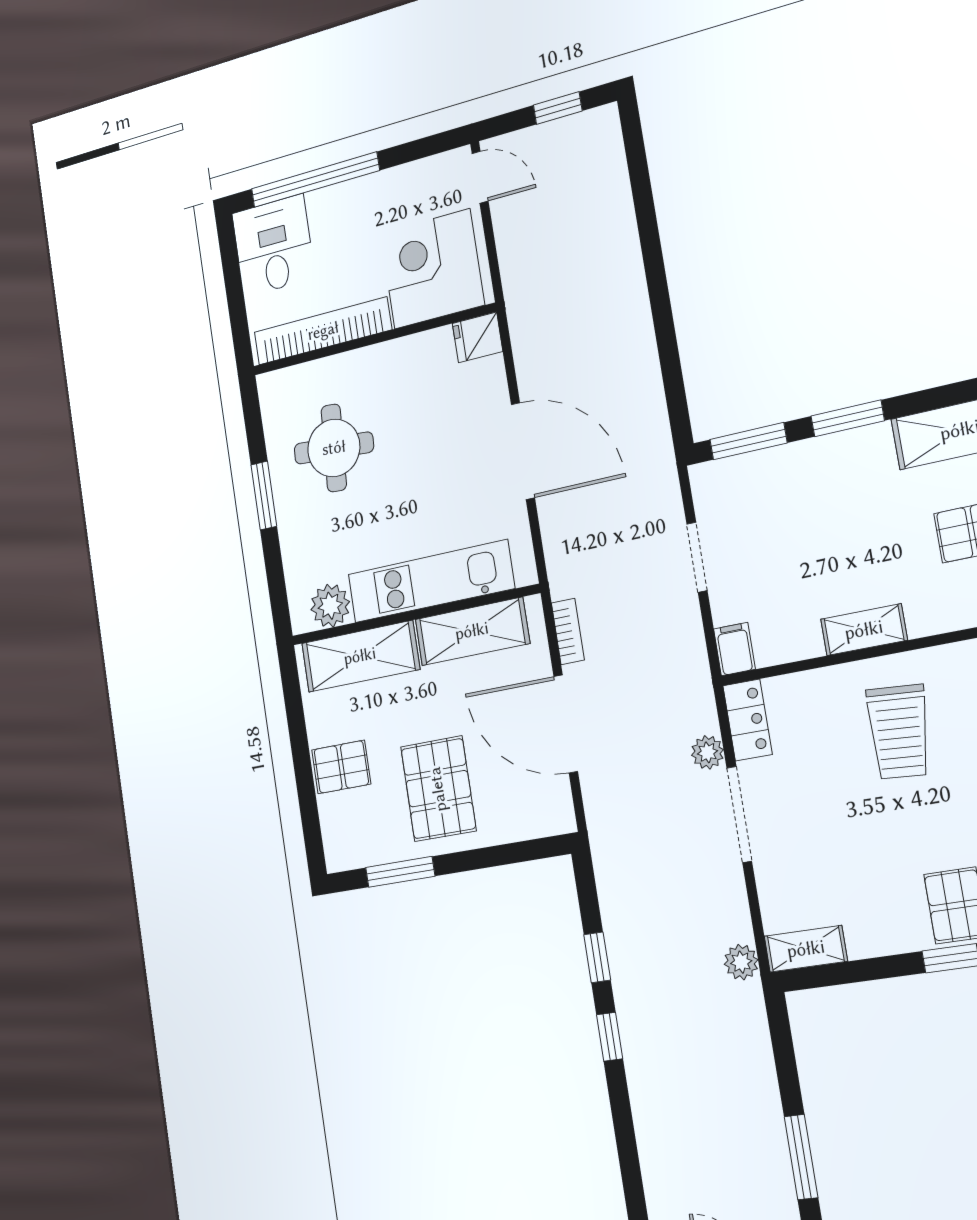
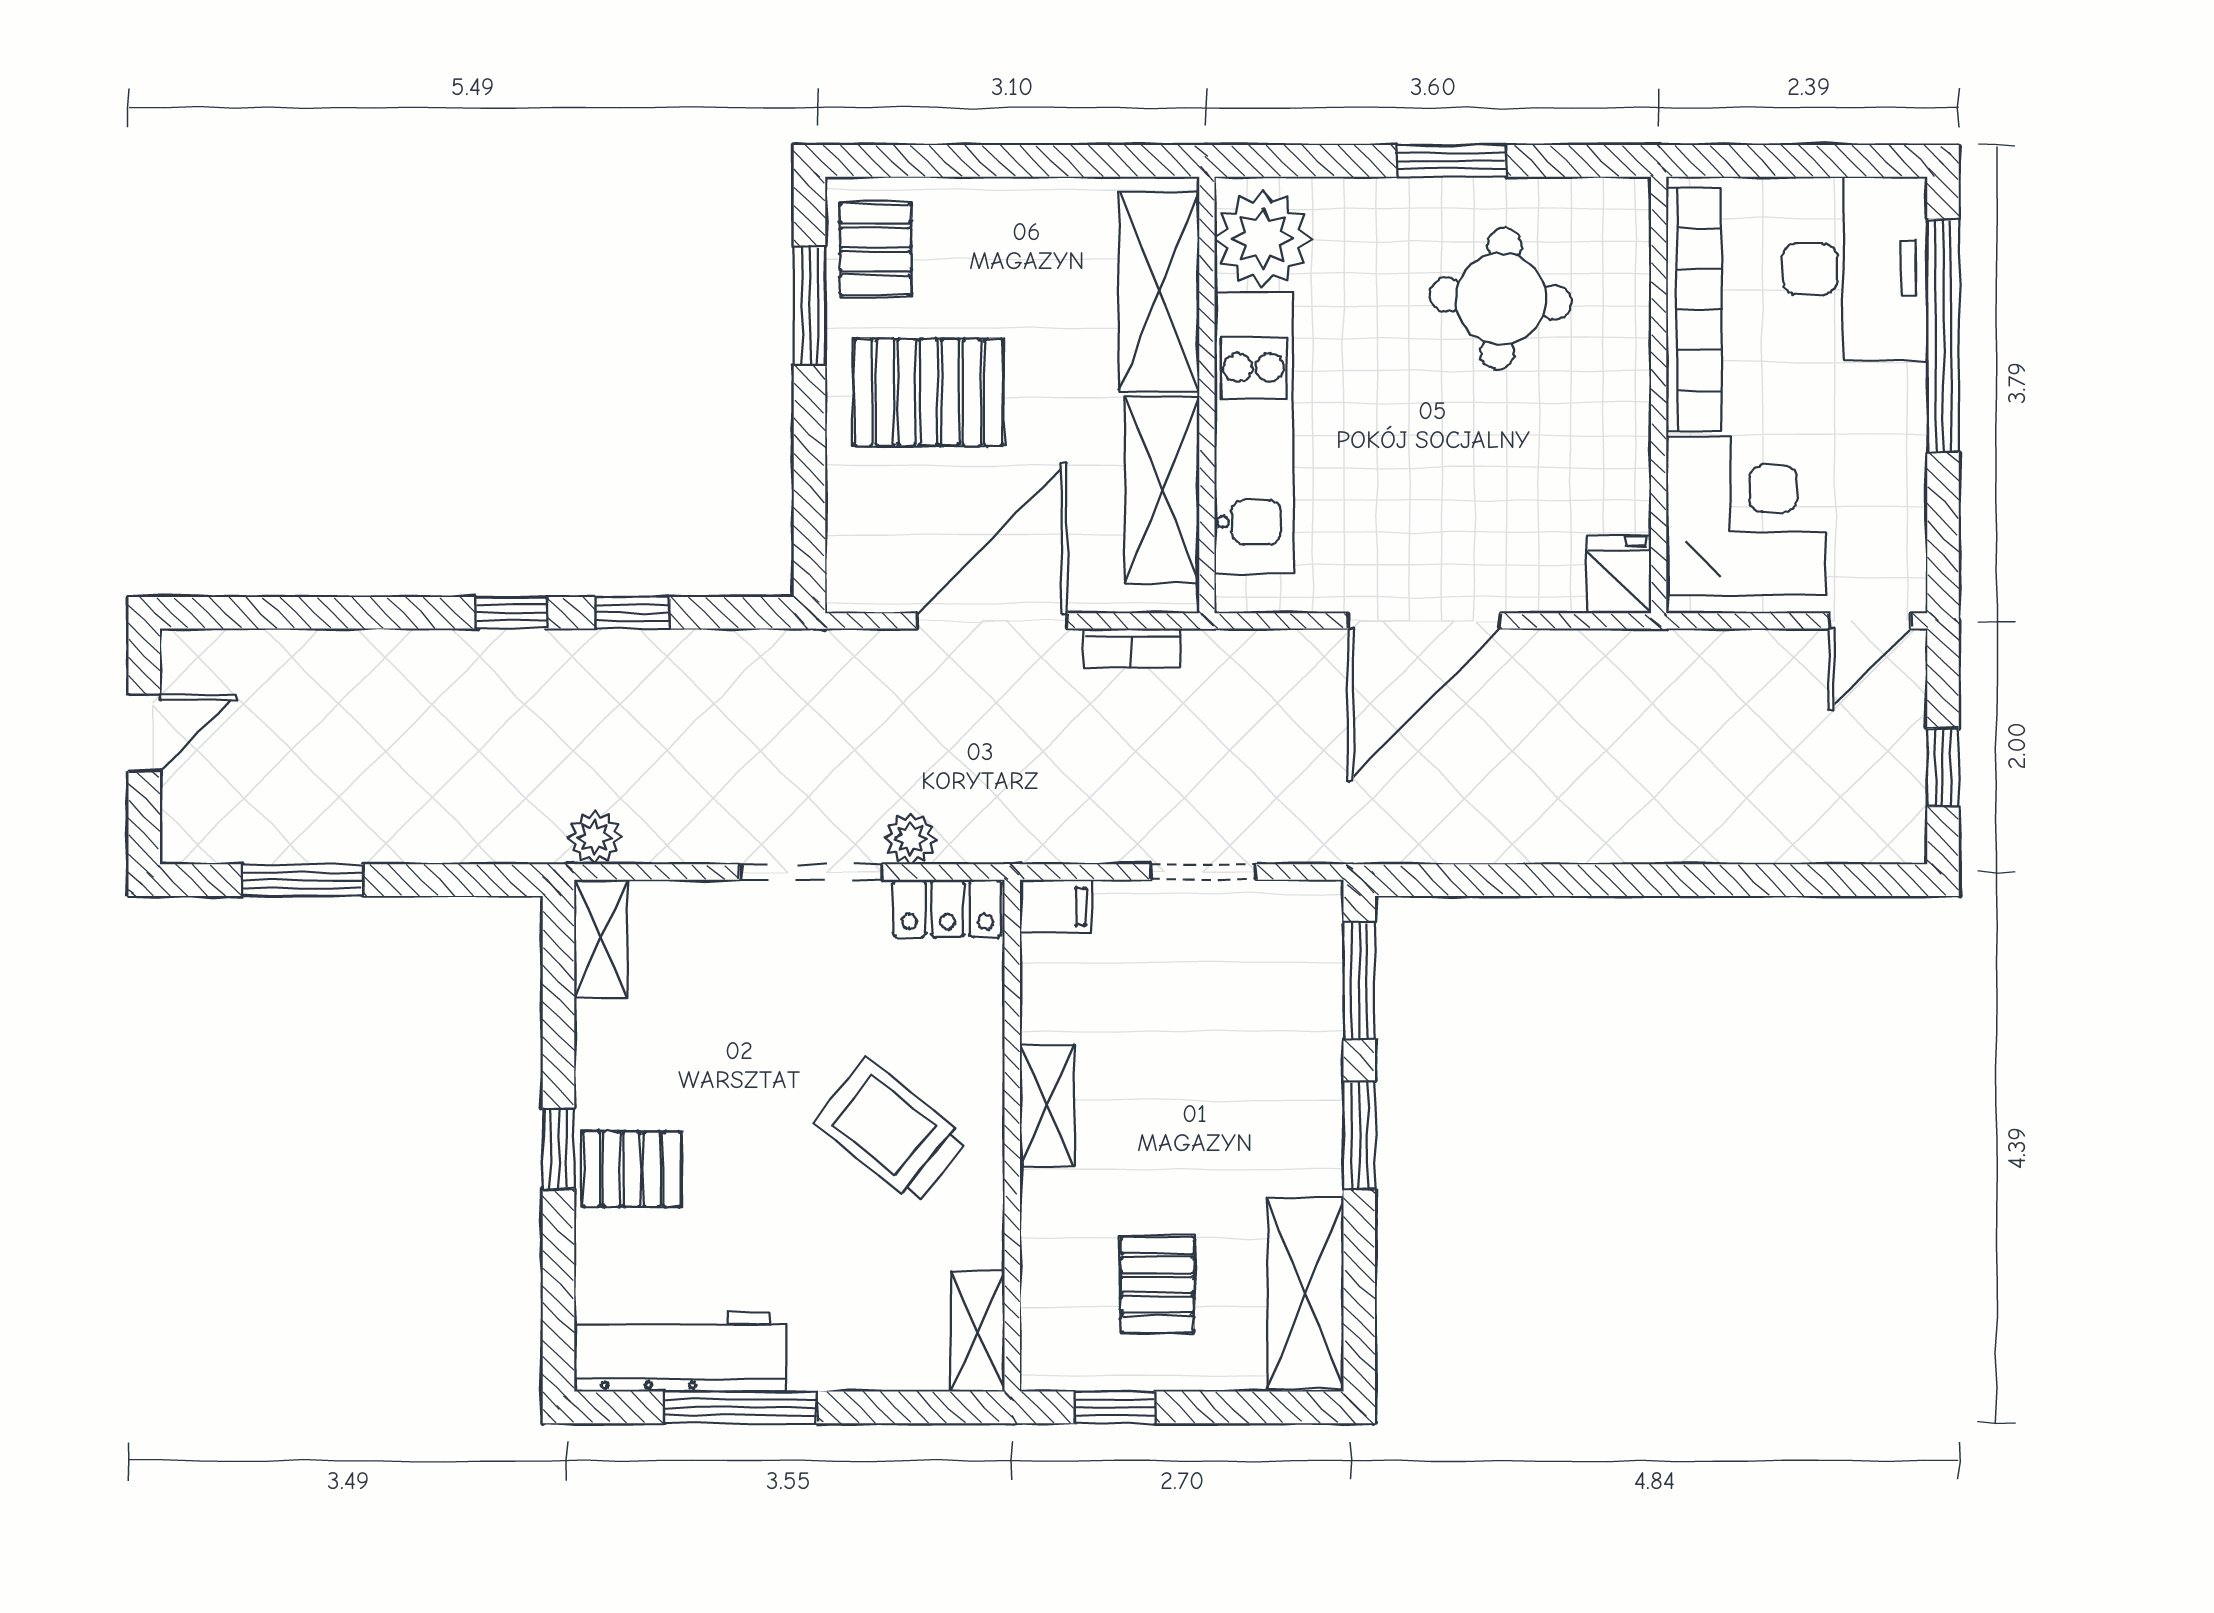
desk: (273, 246) -> (1855, 269), width x1.37
plant: (330, 606) -> (1263, 239), width x1.36, depth x1.36
trolley: (899, 732) -> (891, 1131), turned 35
pallet: (341, 767) -> (875, 249), moved

